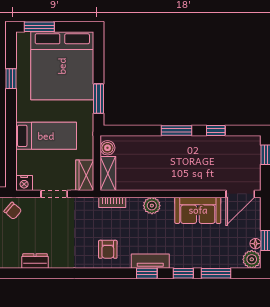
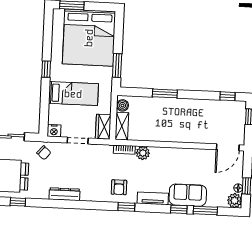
window: (11, 79) -> (46, 69), moved
window: (176, 131) -> (165, 93), moved
window: (216, 131) -> (228, 96), moved
plant: (152, 206) -> (143, 153), moved
sofa: (198, 210) -> (188, 195), moved, turned 180
dresser: (35, 261) -> (64, 194), width x1.44
window: (147, 273) -> (126, 207), moved

